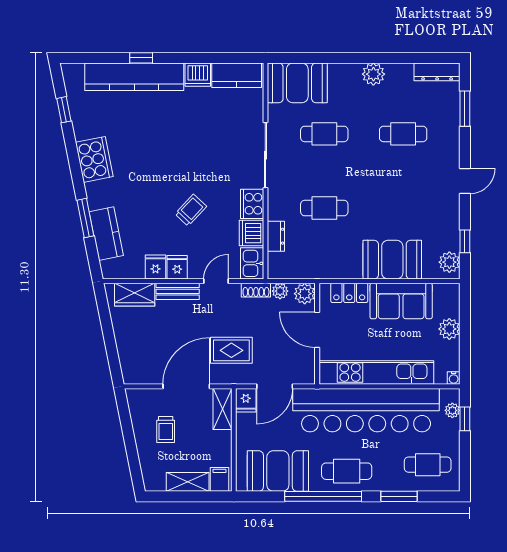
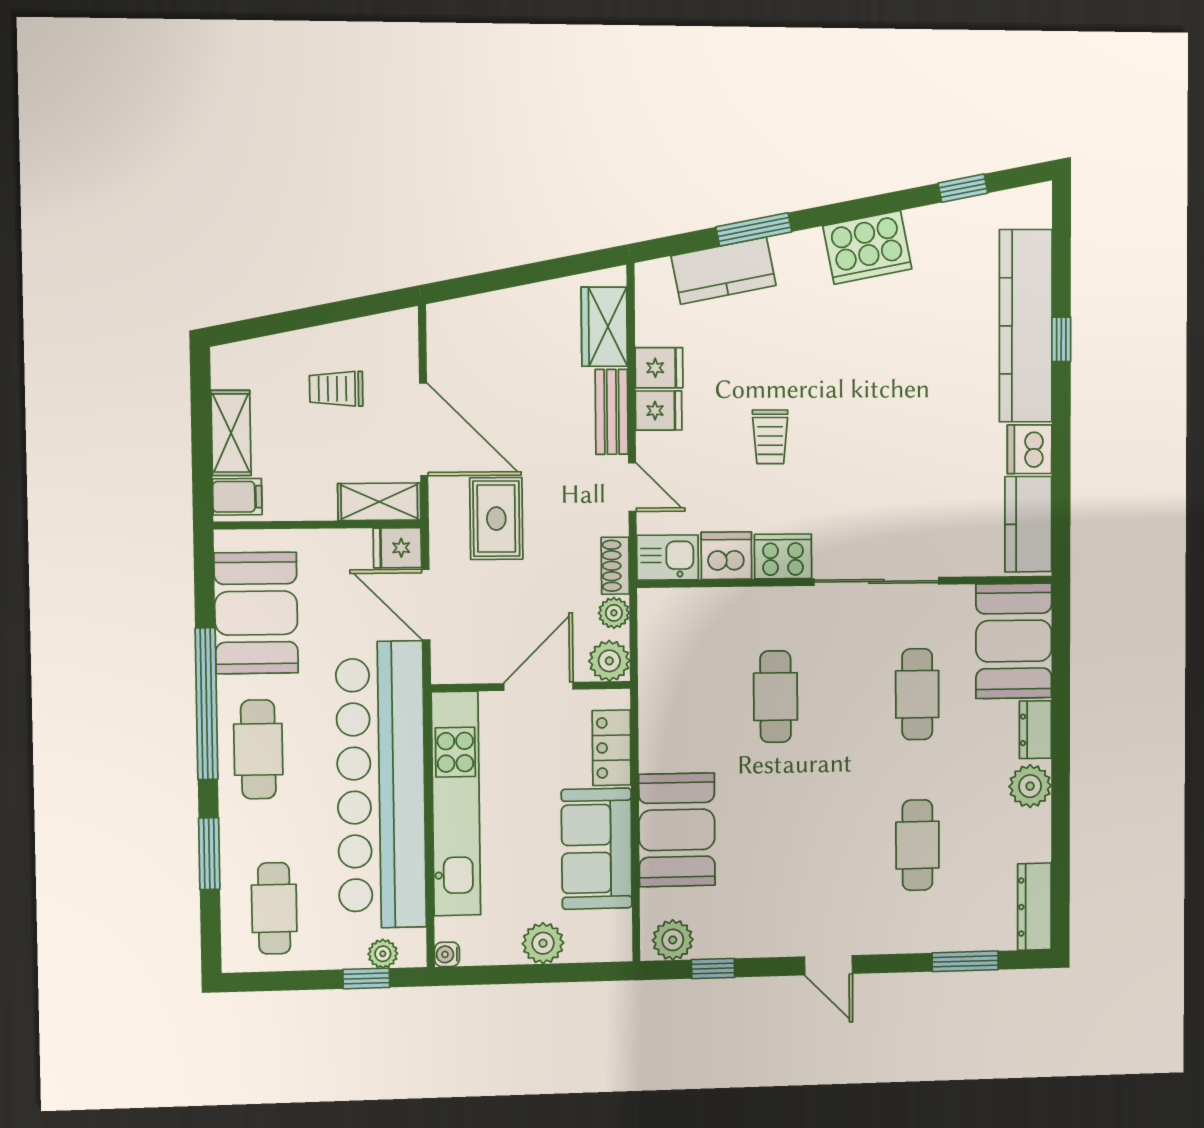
trolley: (191, 210) -> (770, 437), turned 47
dresser: (276, 236) -> (1035, 730), moved, turned 90

